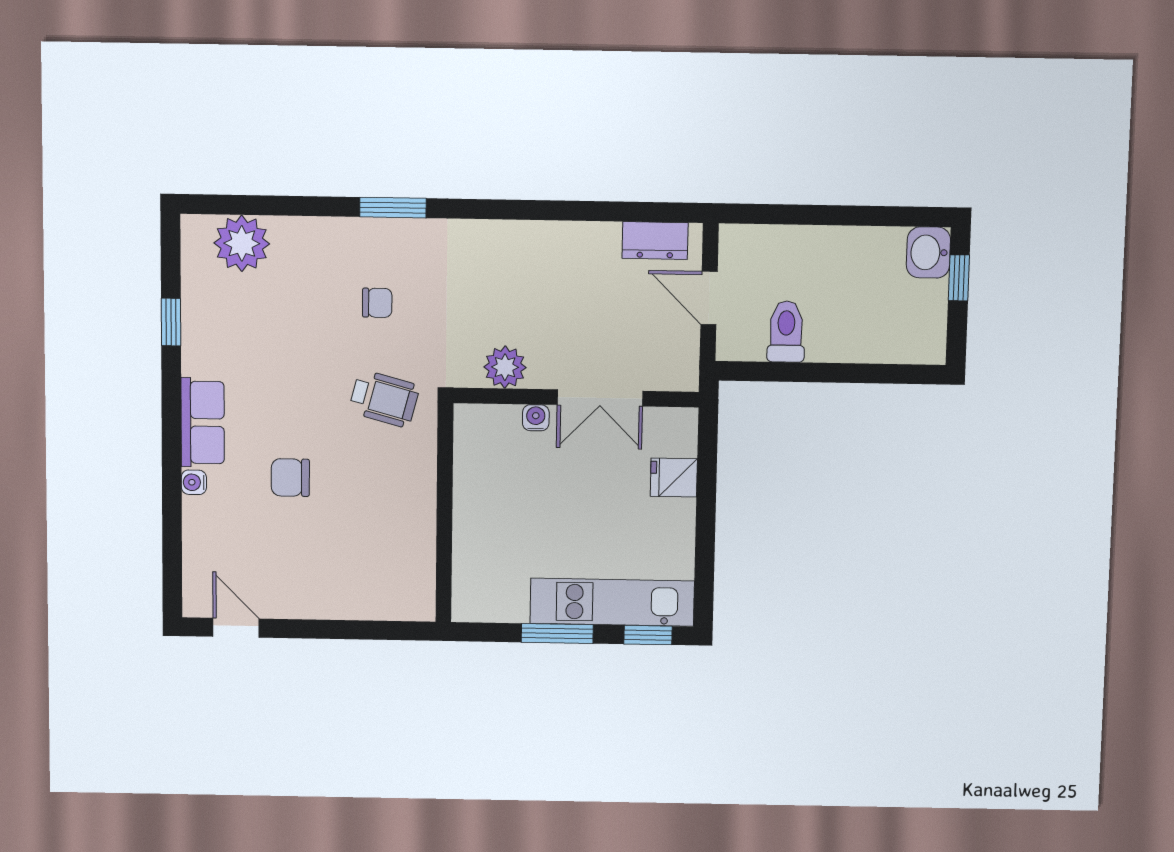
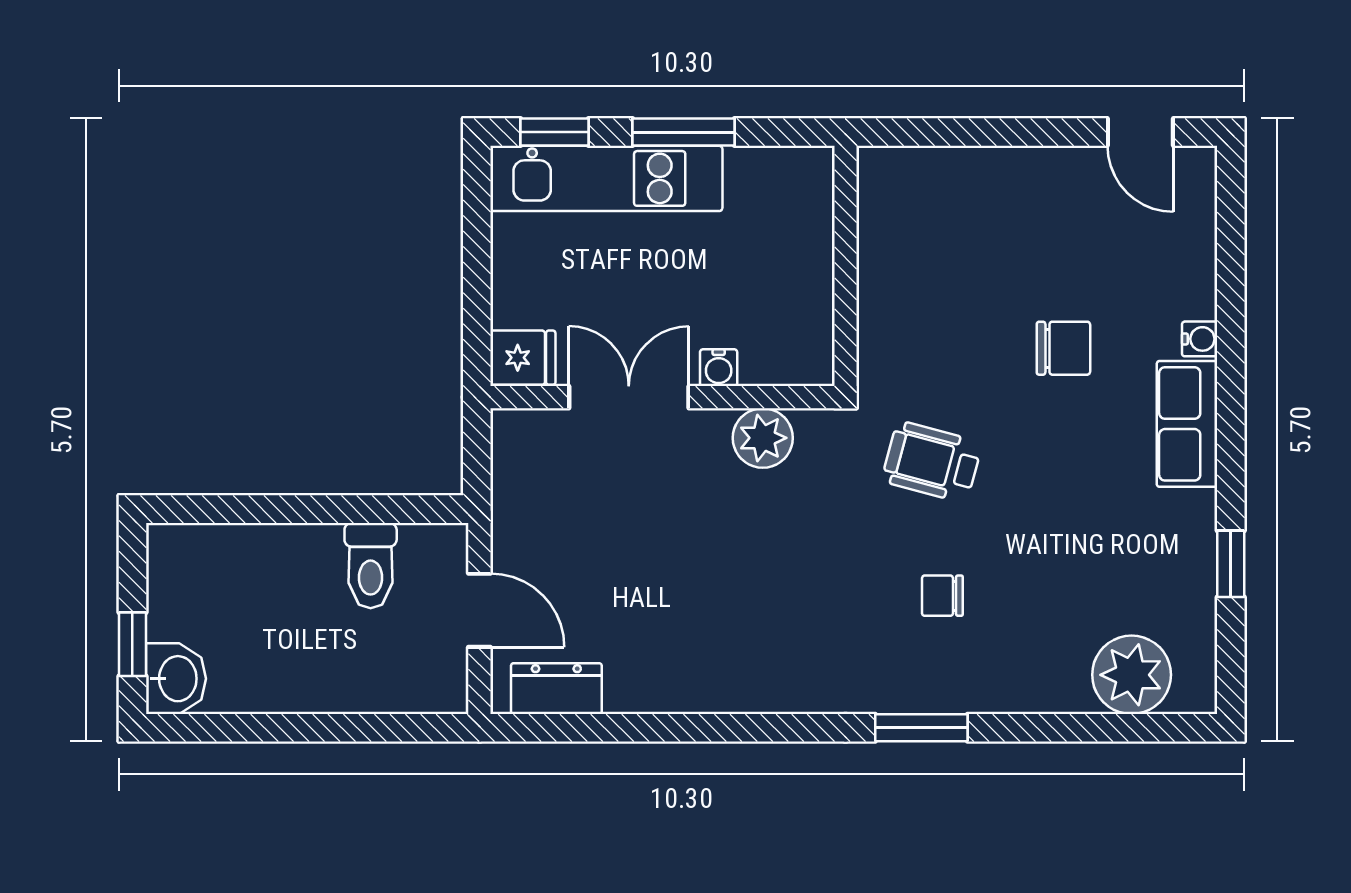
plant: (505, 367) -> (763, 438), moved
wall: (576, 398) -> (662, 397), moved
double door: (600, 398) -> (629, 397), moved
water cooler: (536, 418) -> (719, 368), moved

